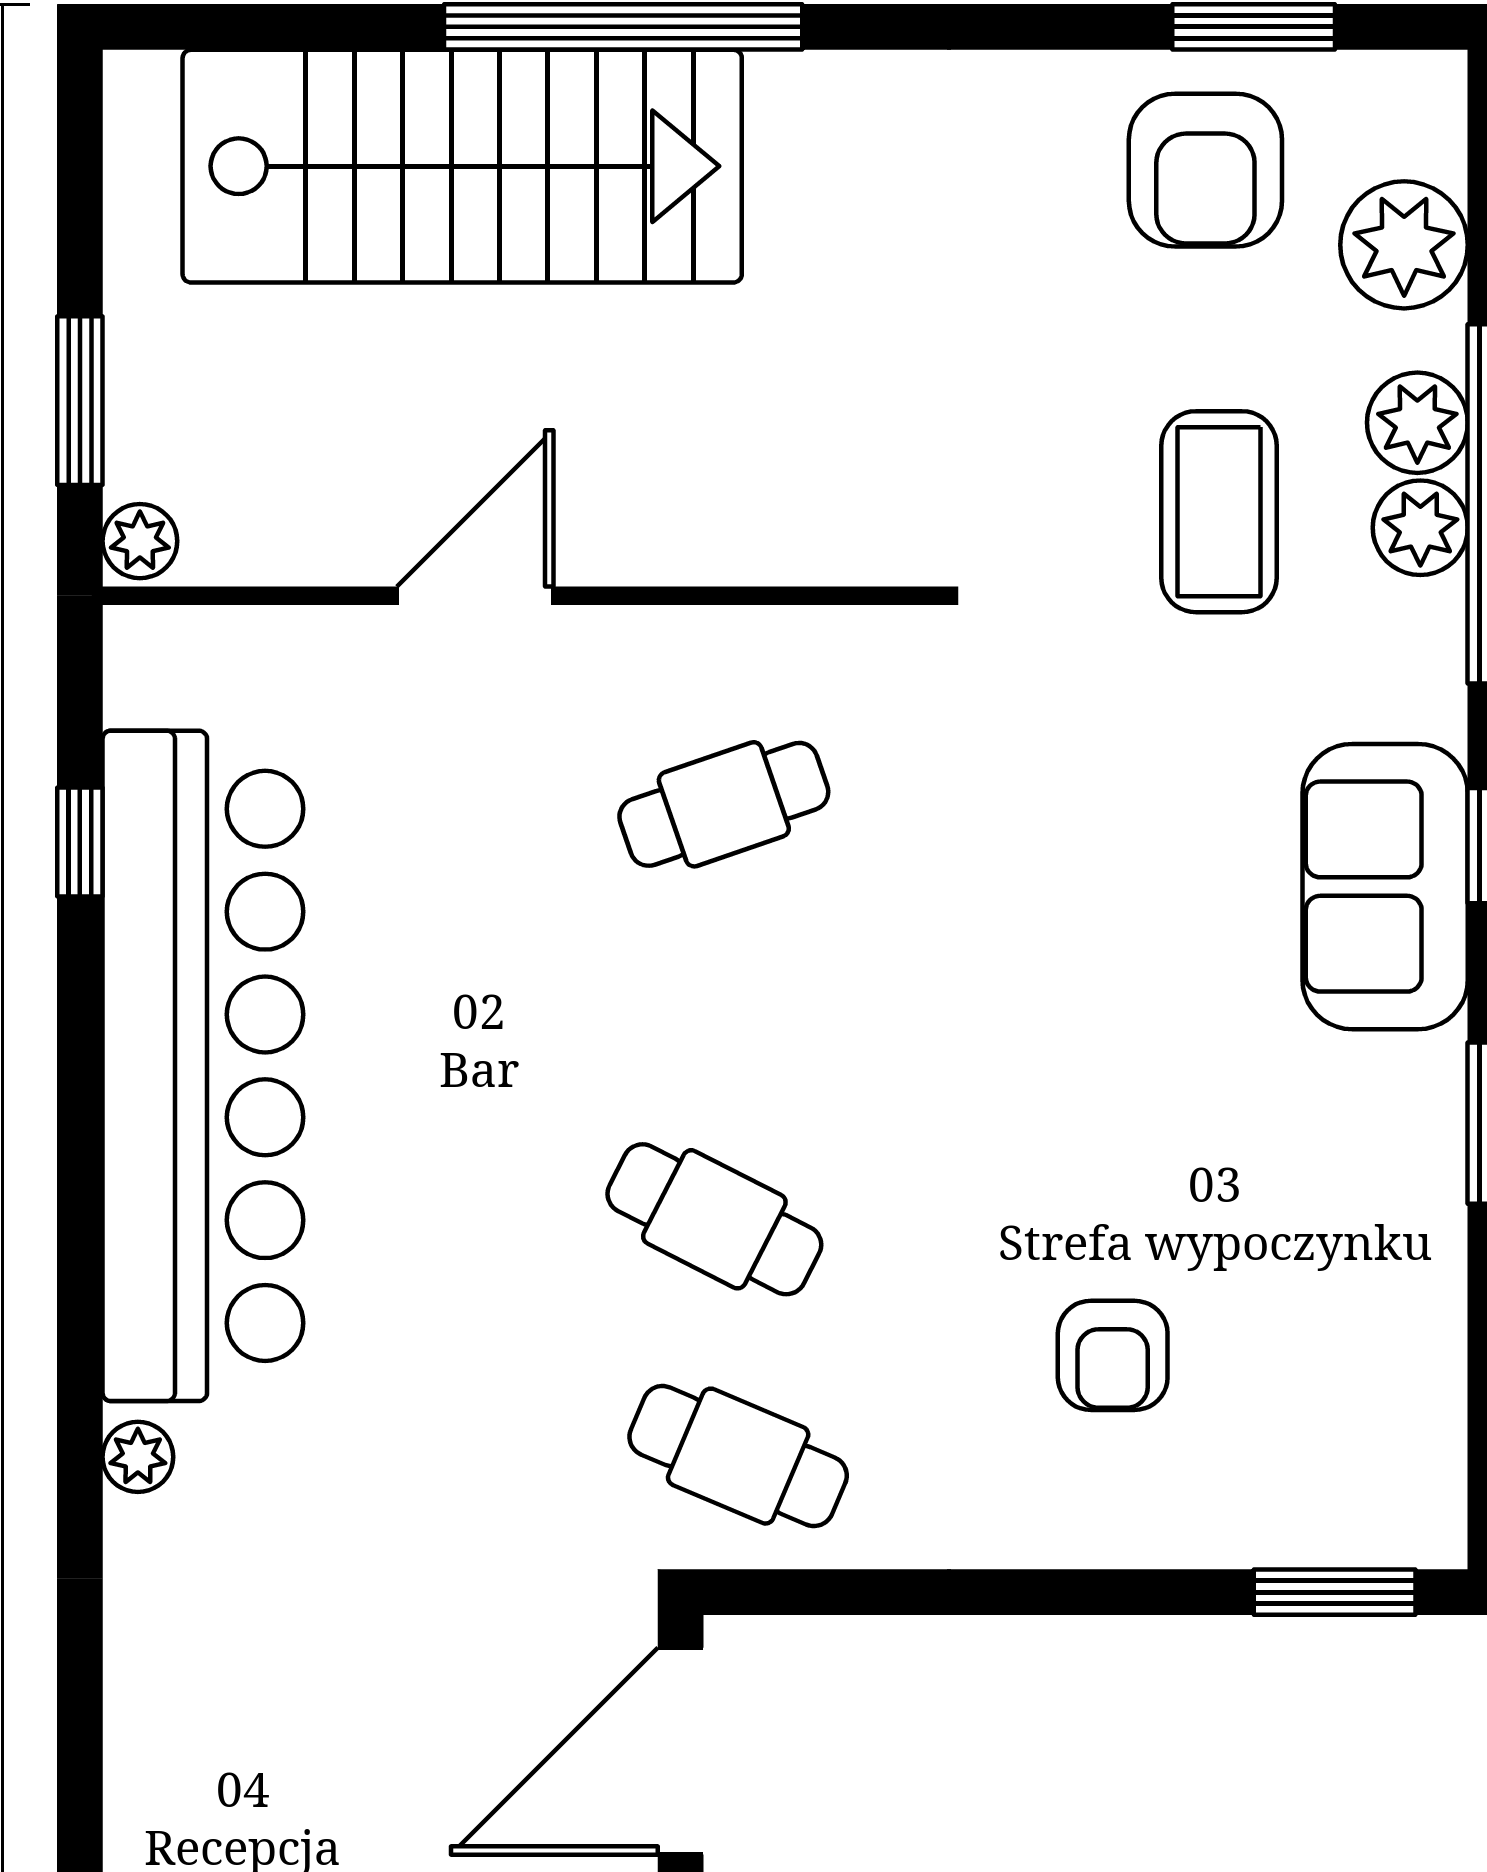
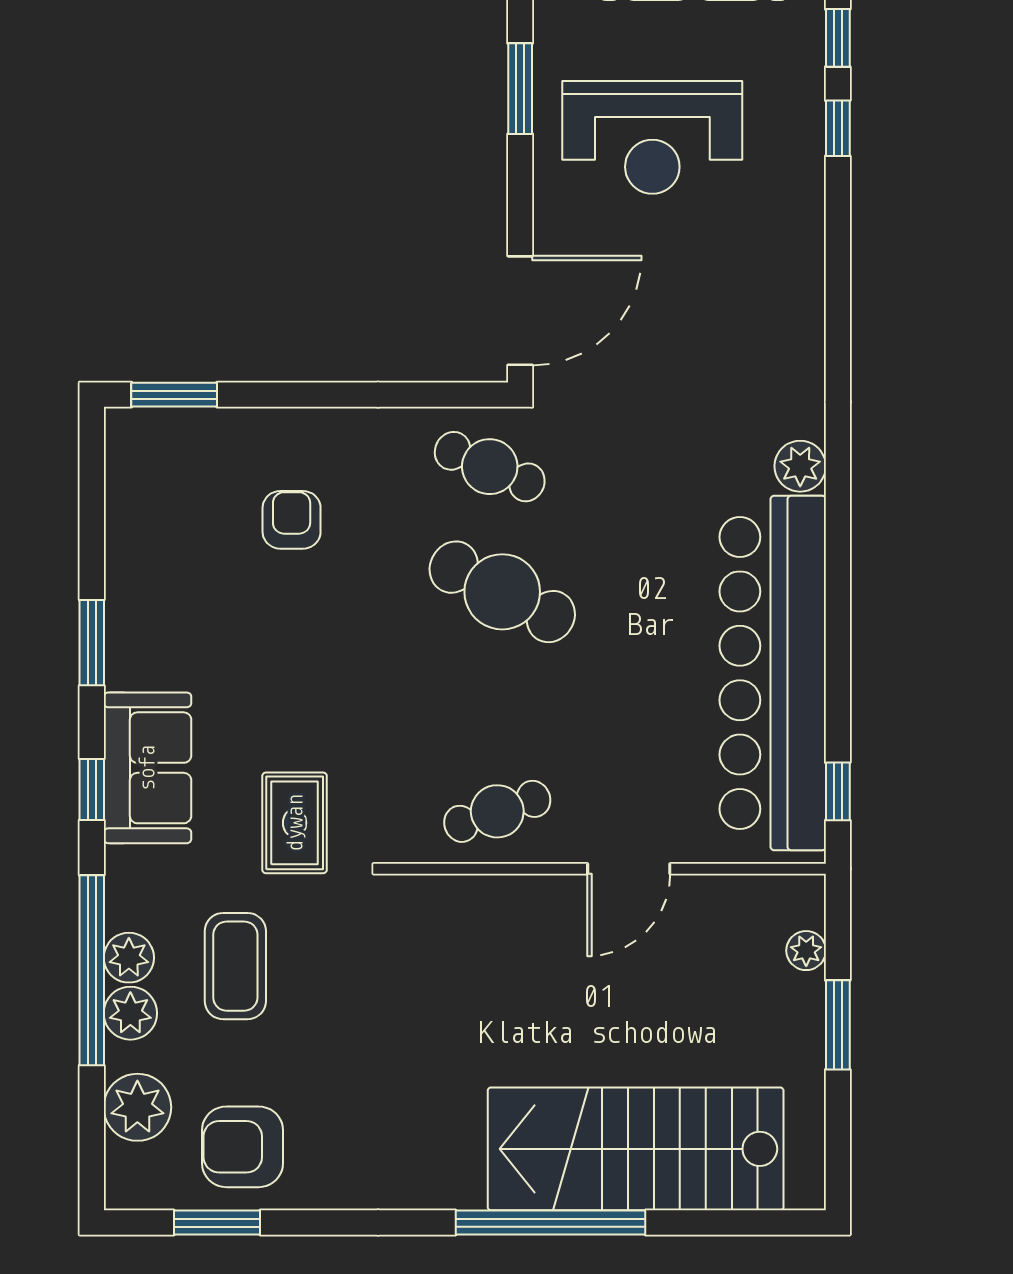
armchair: (1205, 170) -> (242, 1147), turned -90
door: (475, 596) -> (629, 869), moved
wall: (521, 596) -> (604, 869), moved
rug: (1107, 782) -> (295, 823), added
cafe table: (714, 1219) -> (502, 592), width x1.37, depth x1.35
plant: (138, 1457) -> (800, 466), width x1.38, depth x1.38

